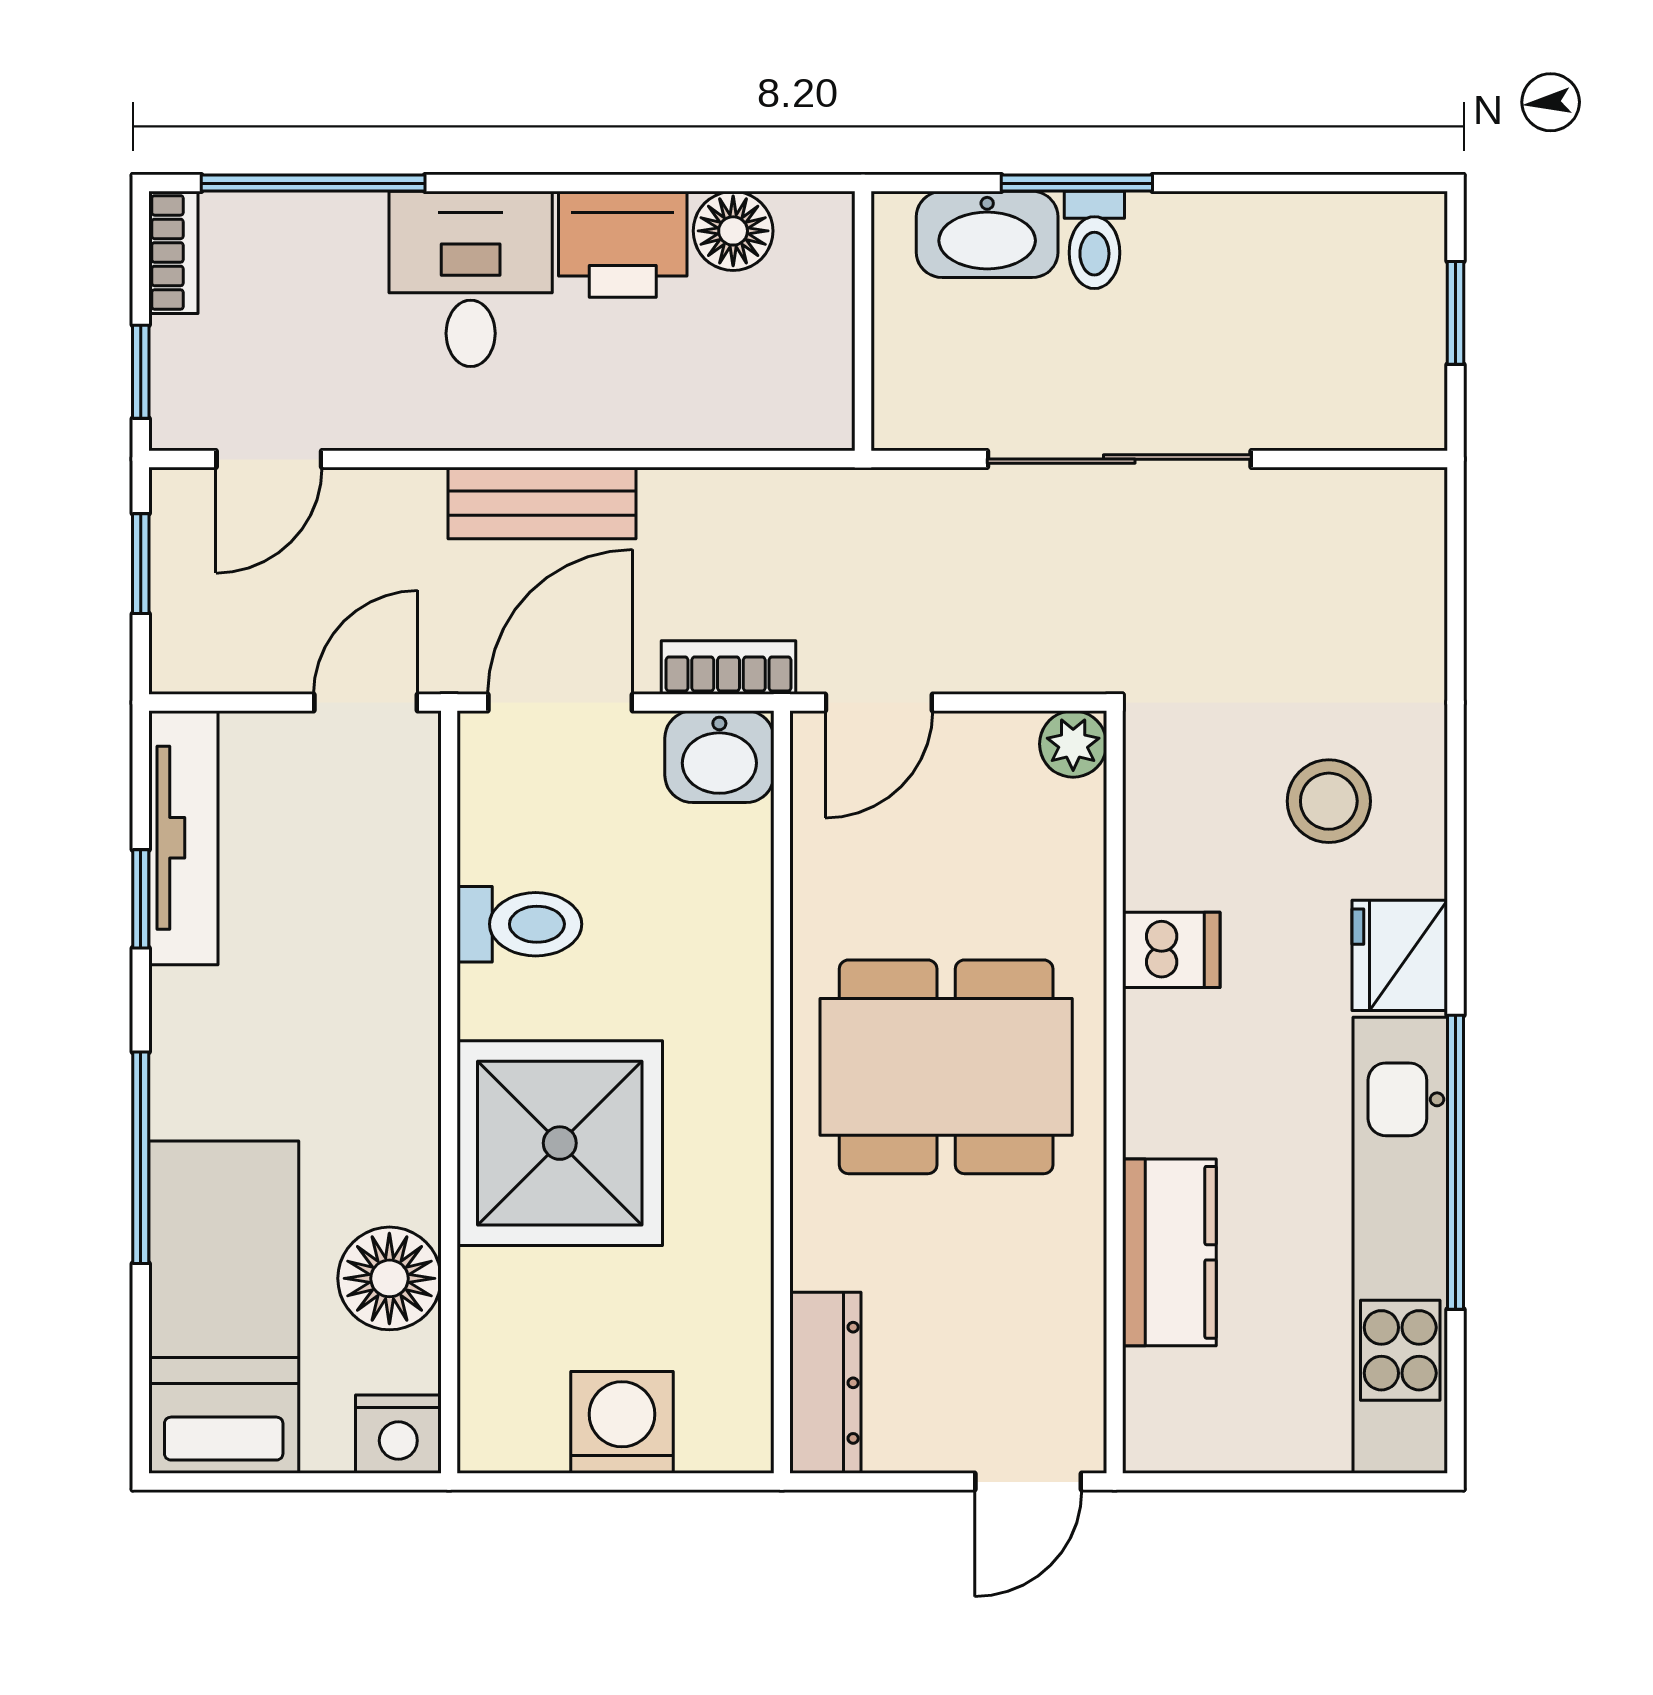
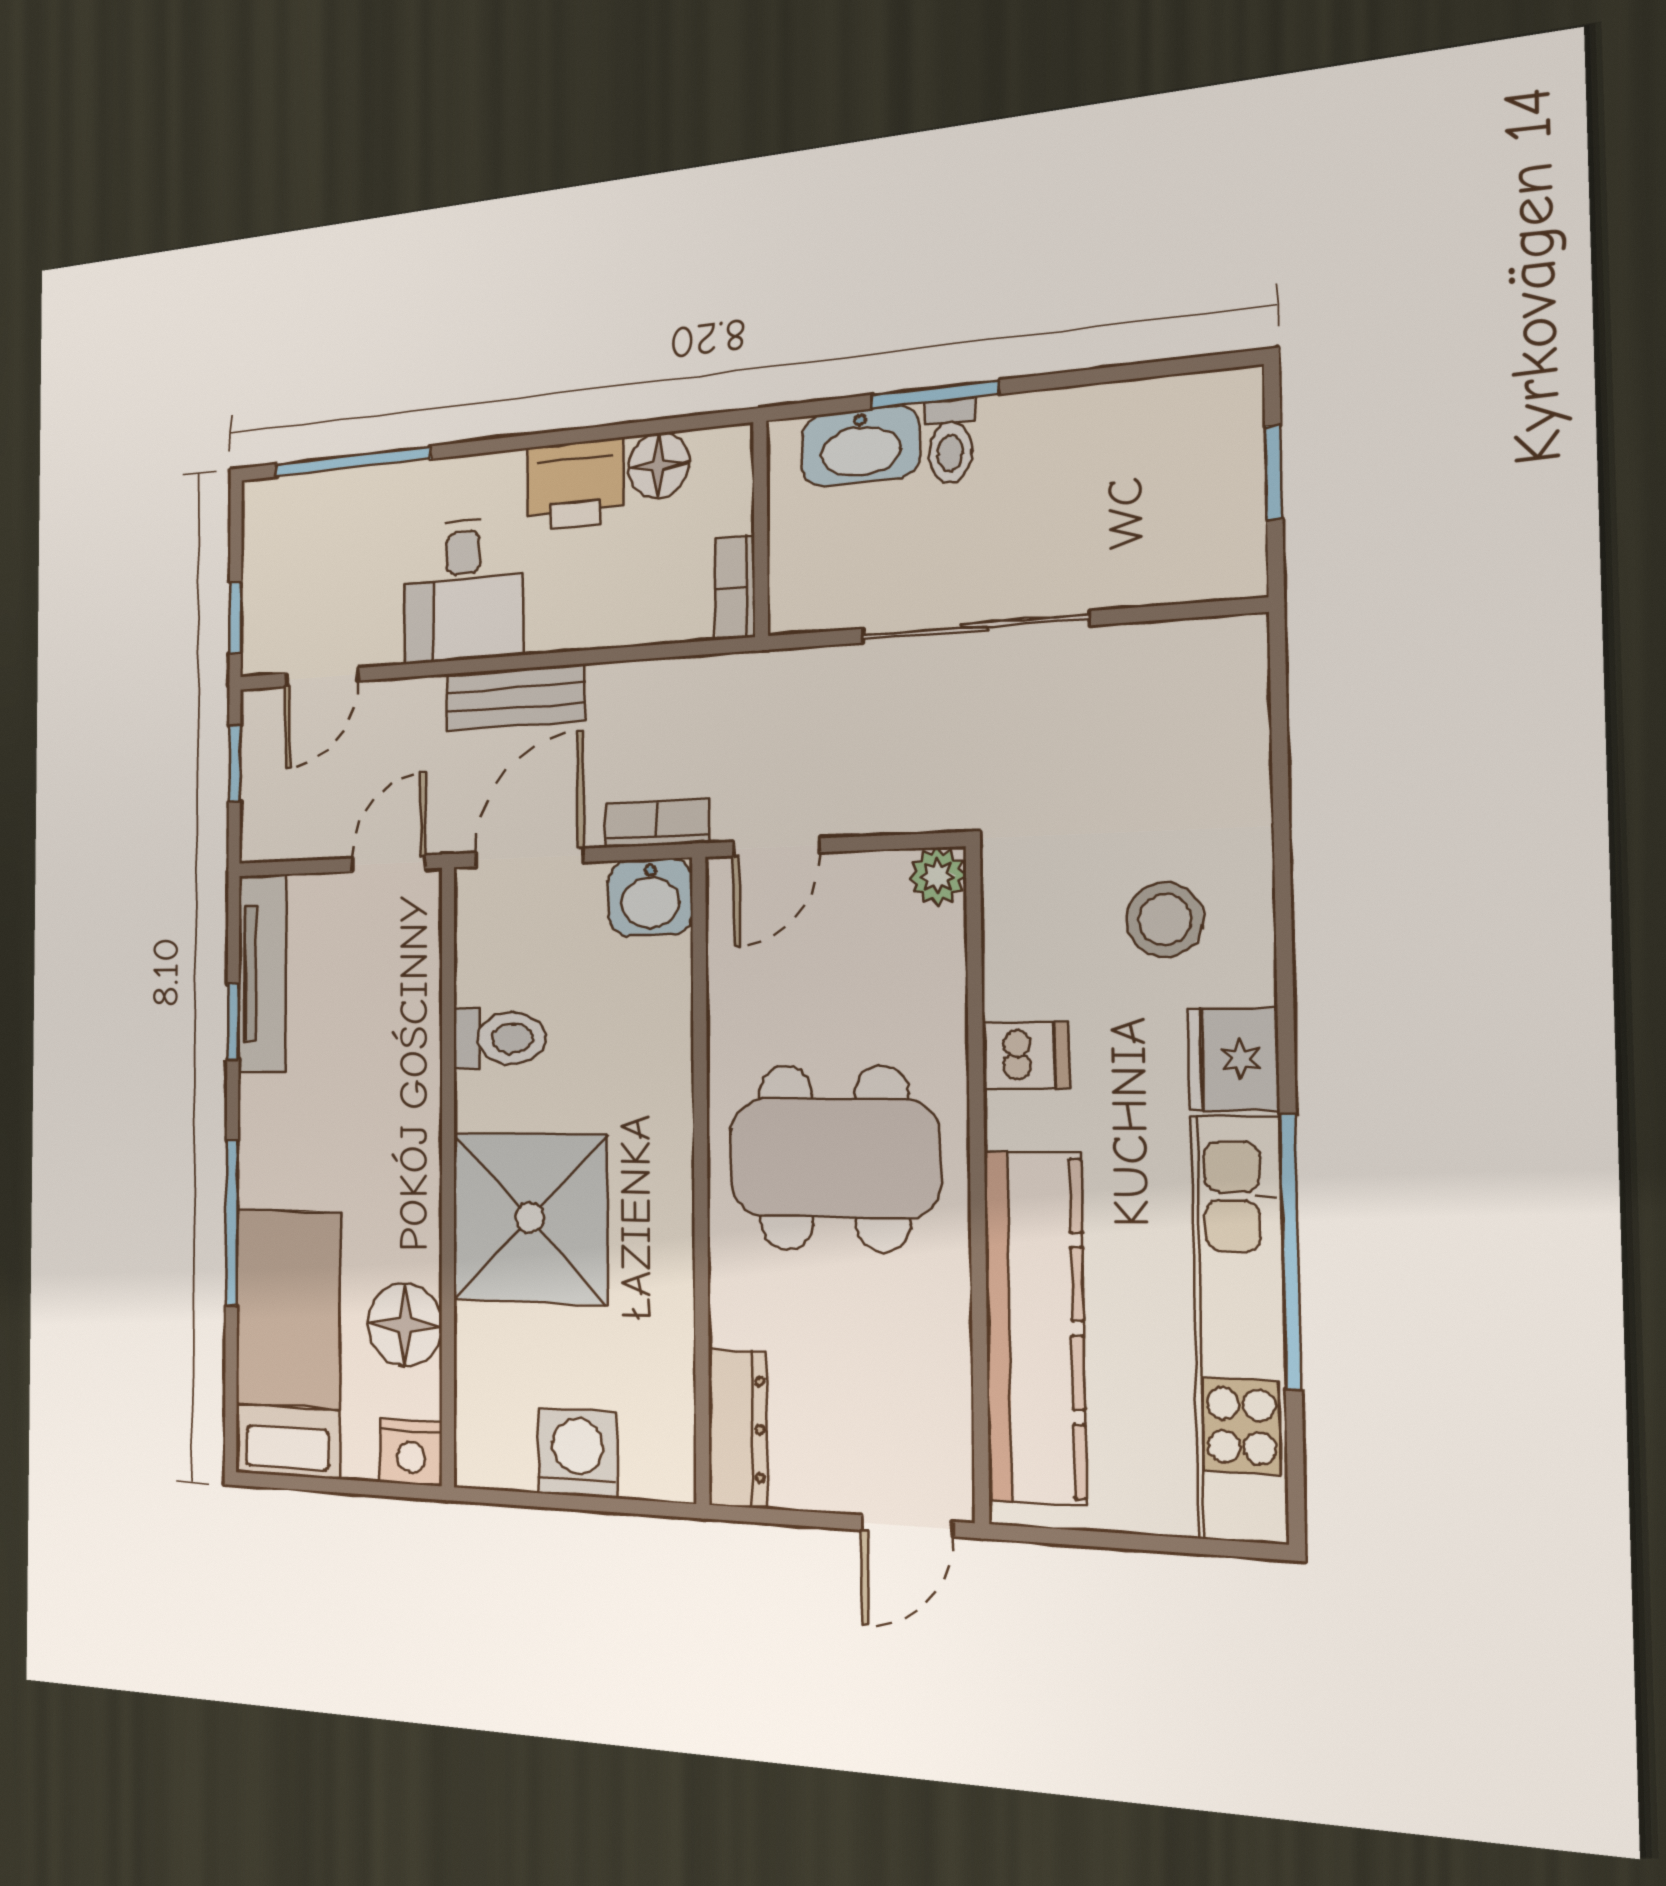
bookcase: (173, 252) -> (735, 588), moved, turned 180
desk: (471, 279) -> (463, 590), moved, turned 180
kitchen counter: (1169, 1252) -> (1035, 1327), width x2.08, depth x1.17

